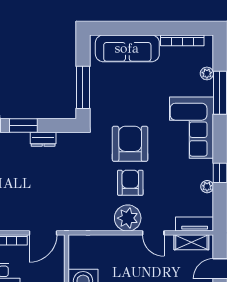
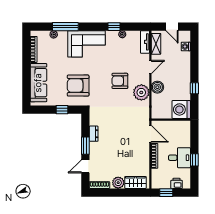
window: (83, 87) -> (62, 110), width x0.46
armchair: (130, 144) -> (78, 86), moved
plant: (128, 218) -> (141, 92), moved
boiler: (120, 245) -> (157, 87), added

